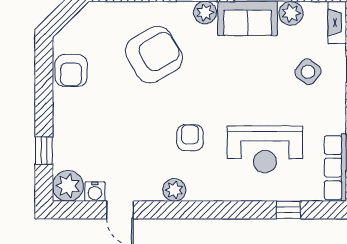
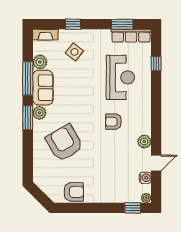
window: (44, 151) -> (133, 208), moved
plant: (68, 186) -> (146, 198), width x0.53, depth x0.53
plant: (174, 190) -> (144, 142), moved

